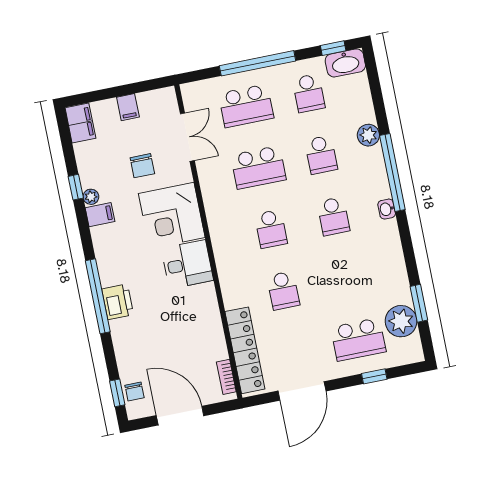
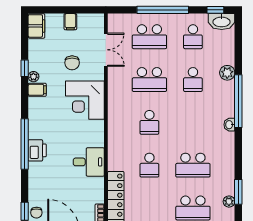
school desk: (333, 216) -> (193, 165), moved, width x1.85
desk: (187, 264) -> (89, 162), moved
plant: (401, 321) -> (229, 202), width x0.53, depth x0.53

